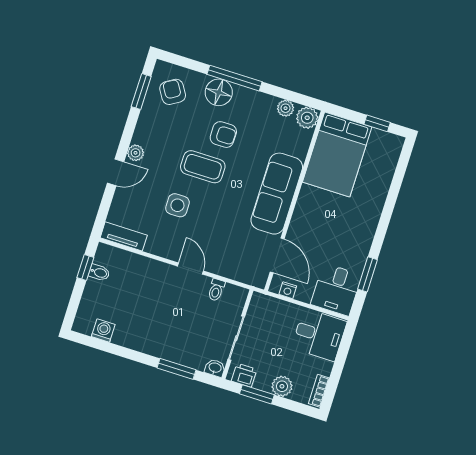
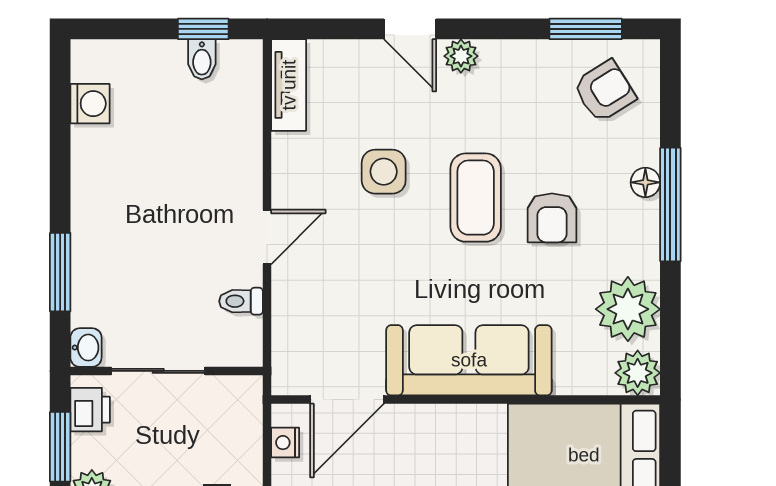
floor lamp: (219, 92) -> (645, 182), width x0.53, depth x0.53
plant: (285, 108) -> (628, 309), width x1.87, depth x1.87

